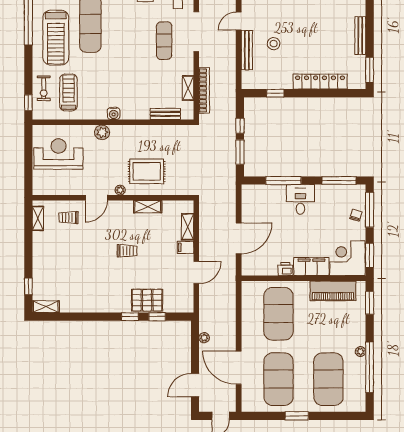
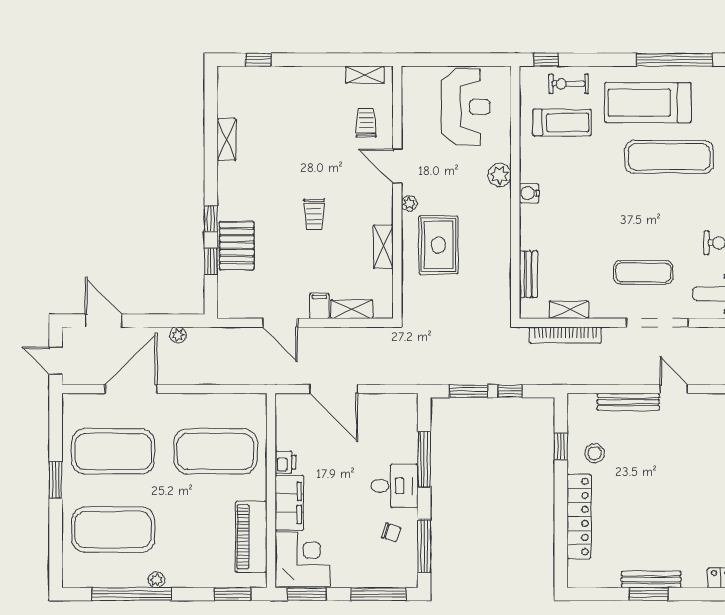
stool: (274, 44) -> (595, 453), moved
window: (370, 70) -> (649, 594), moved
chair: (356, 215) -> (391, 532), moved
shelving: (46, 307) -> (227, 139), moved

